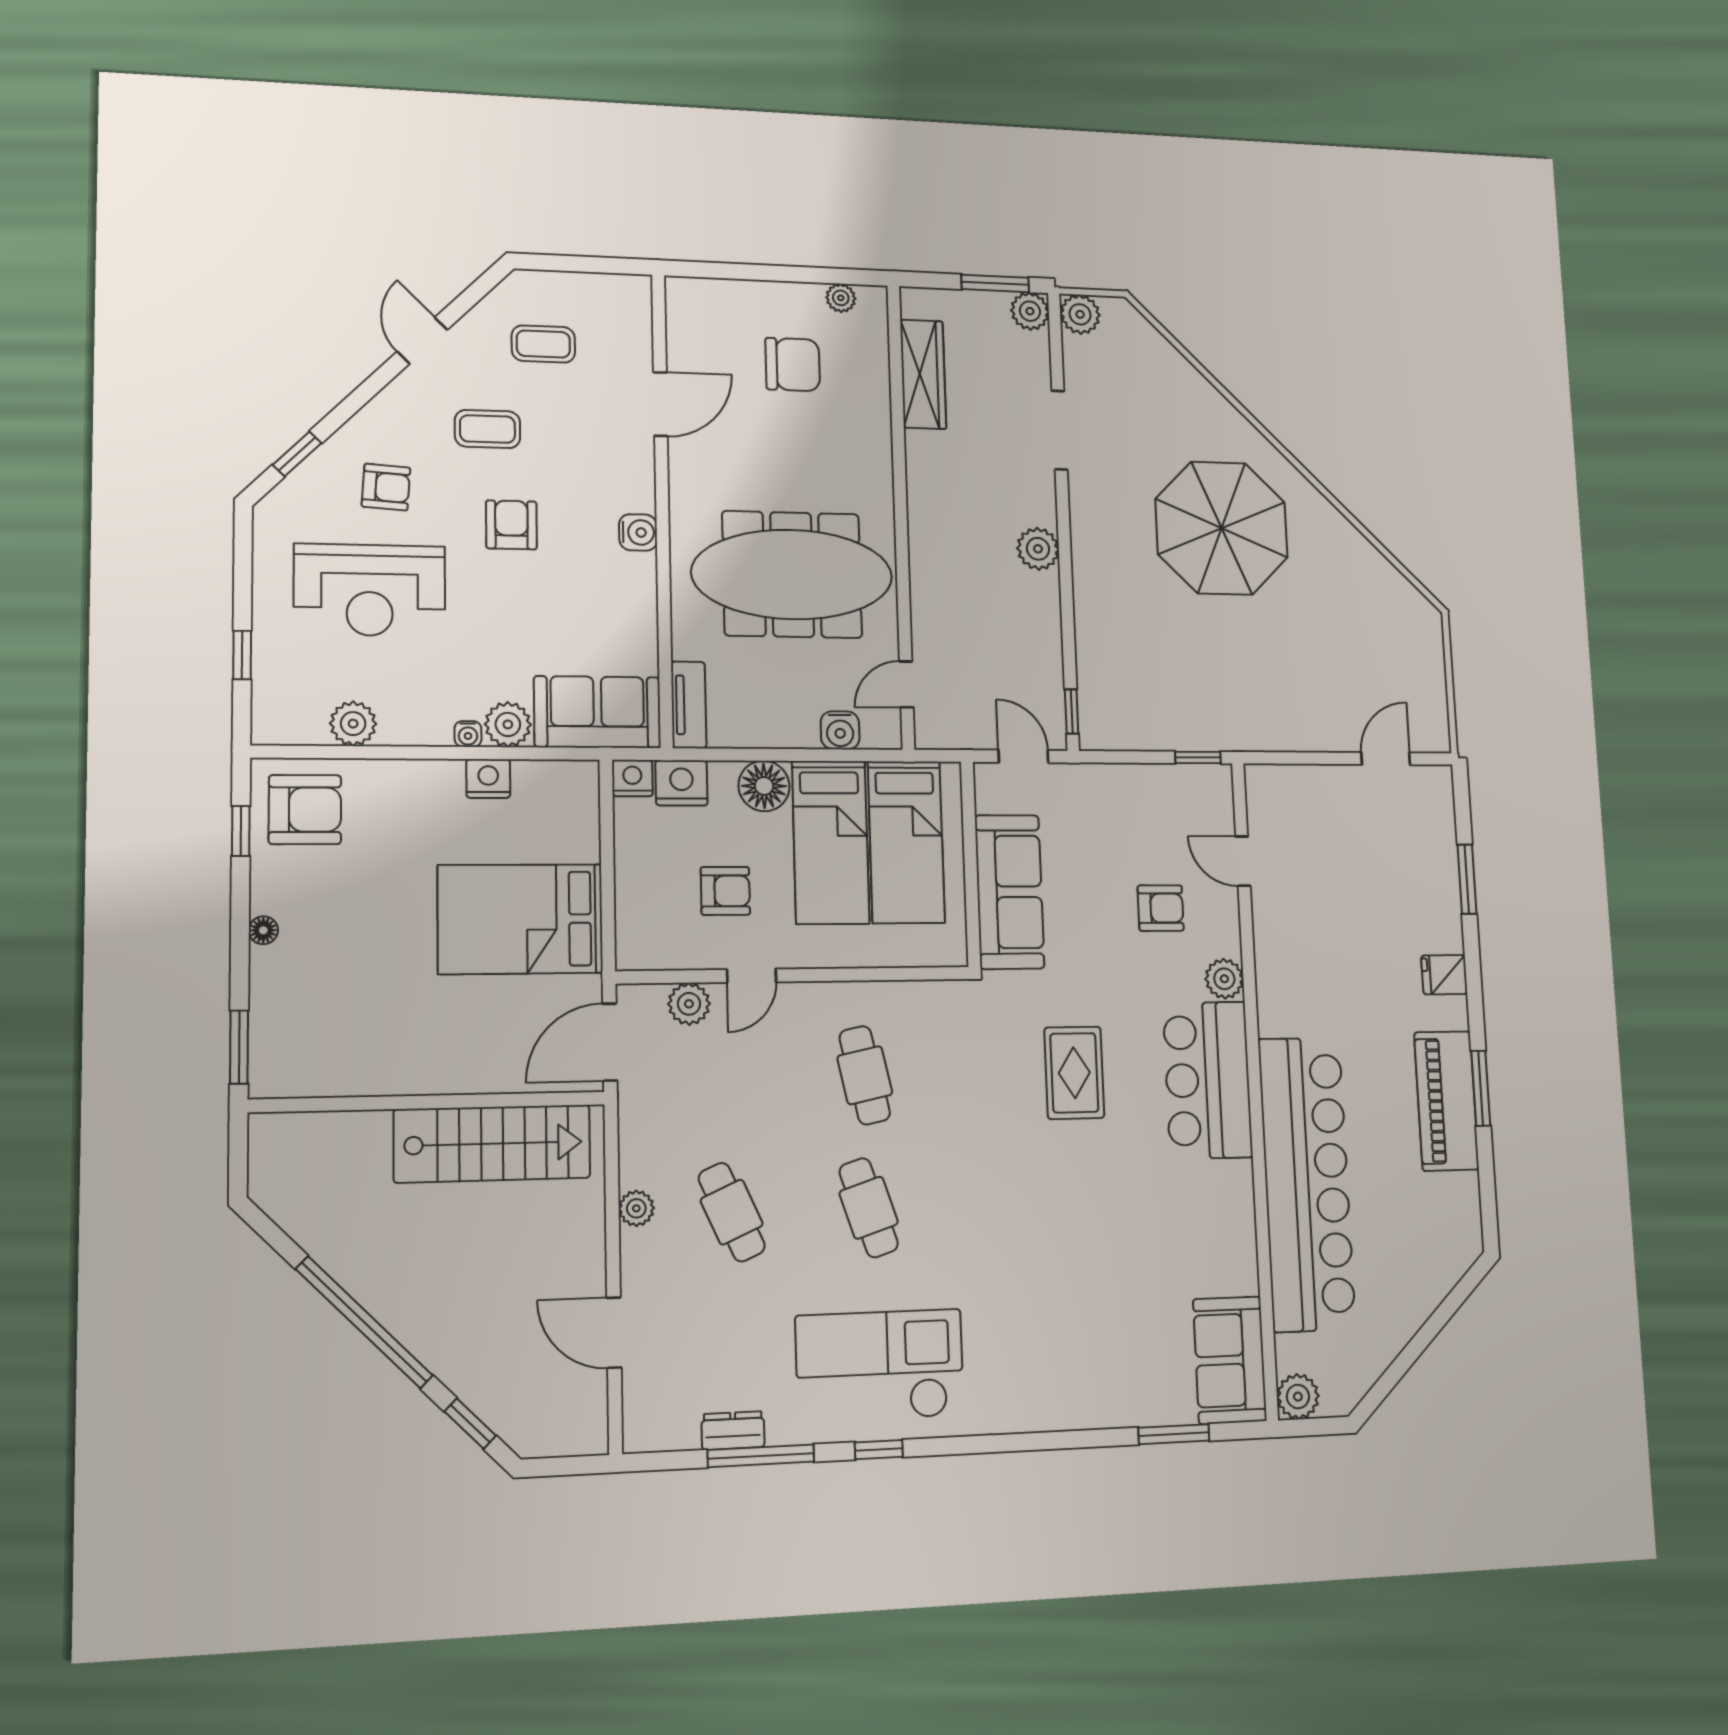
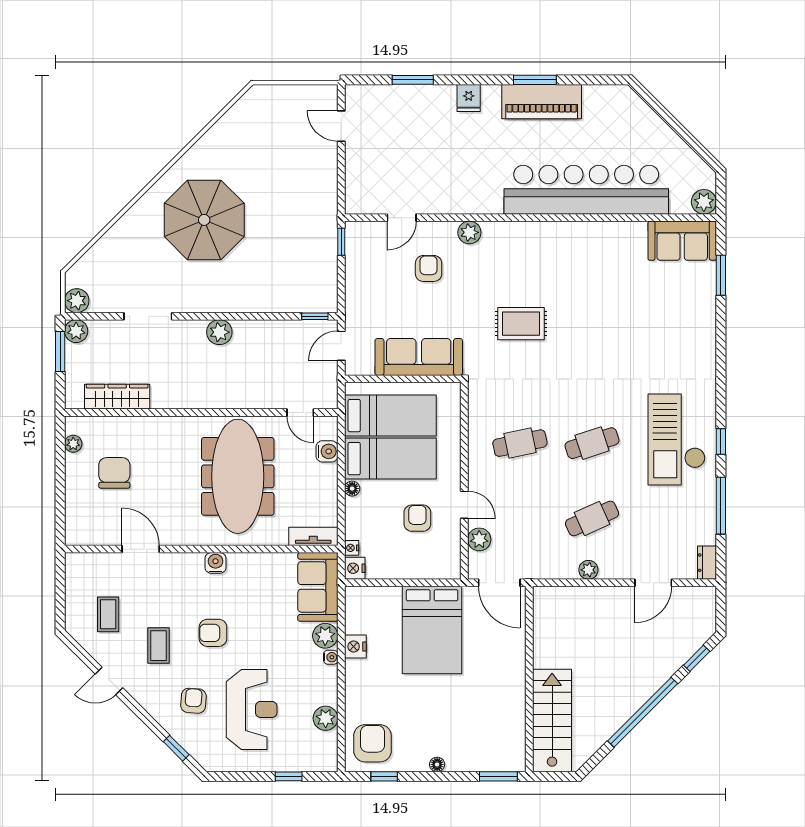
nightstand: (681, 783) -> (352, 548), width x0.53, depth x0.56
floor lamp: (764, 786) -> (352, 489), width x0.53, depth x0.53
bar counter: (1208, 1080) -> (527, 245), removed
stairs: (492, 1144) -> (552, 721), moved
dresser: (733, 1431) -> (707, 563), moved

